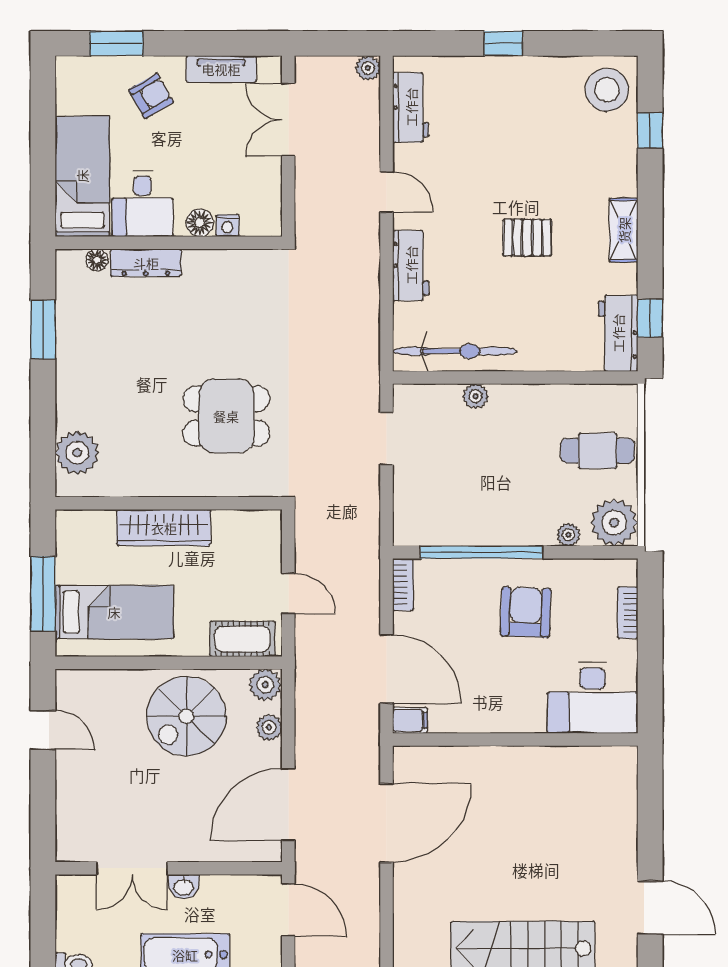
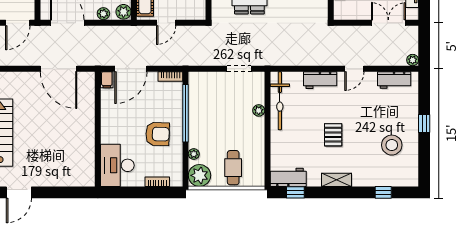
stool: (607, 90) -> (392, 145), moved

